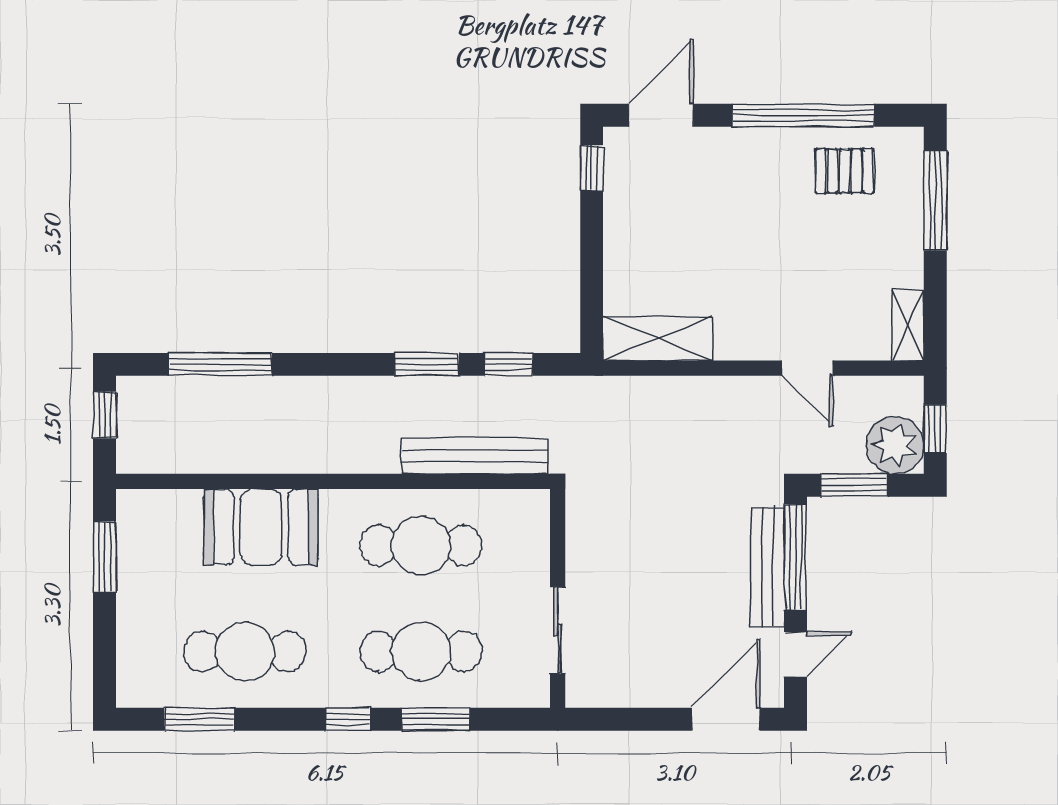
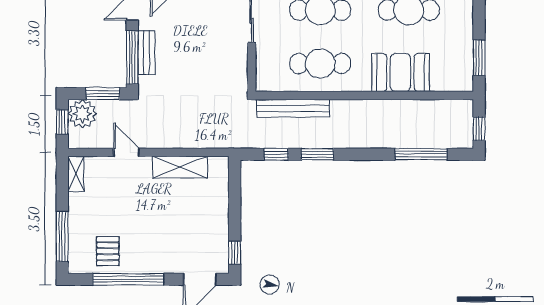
pallet: (845, 171) -> (108, 251), turned 90
shelving: (658, 339) -> (180, 167), moved
bench: (767, 567) -> (146, 53), width x0.73

